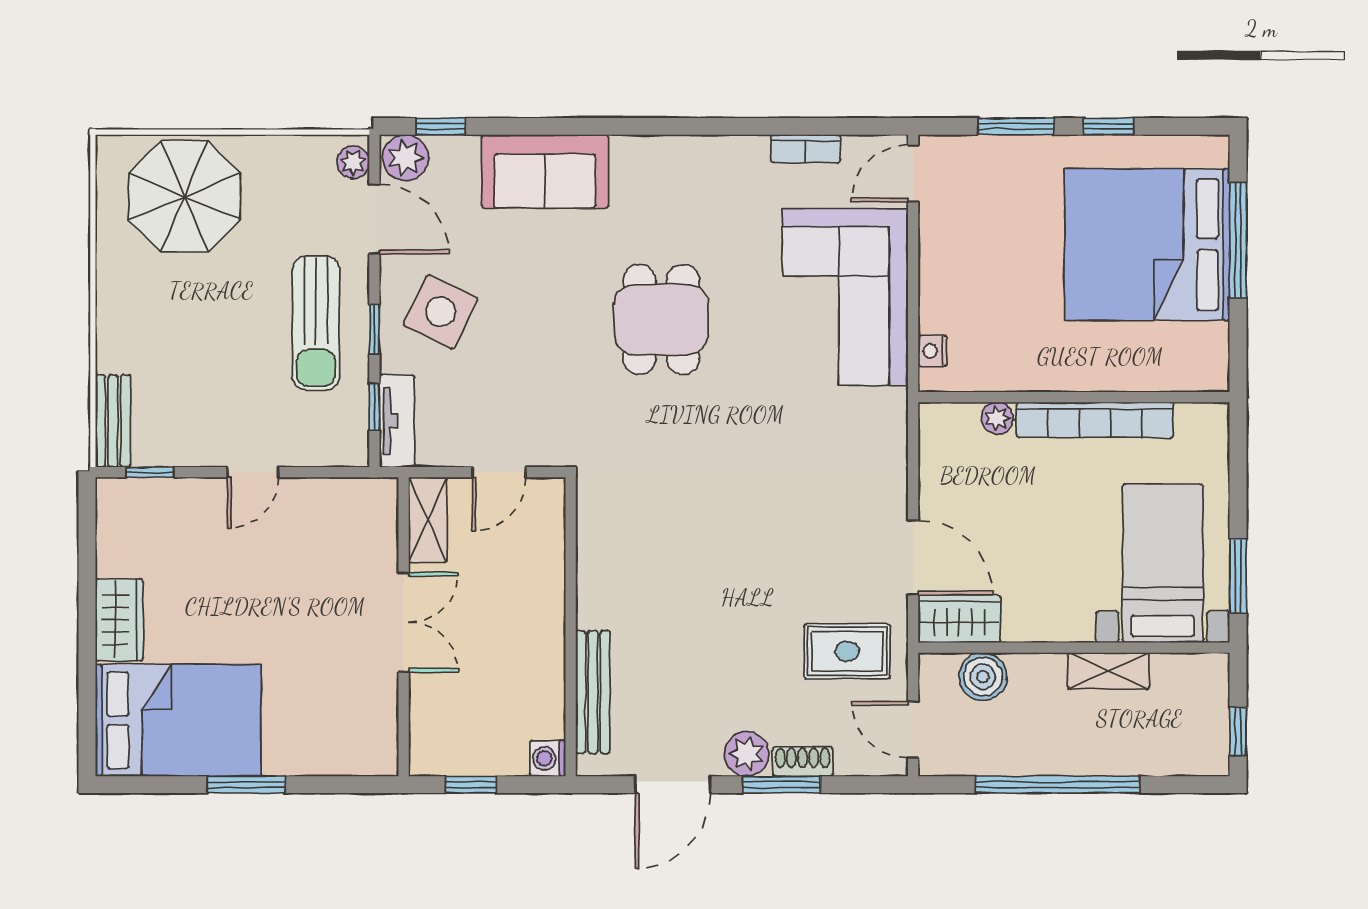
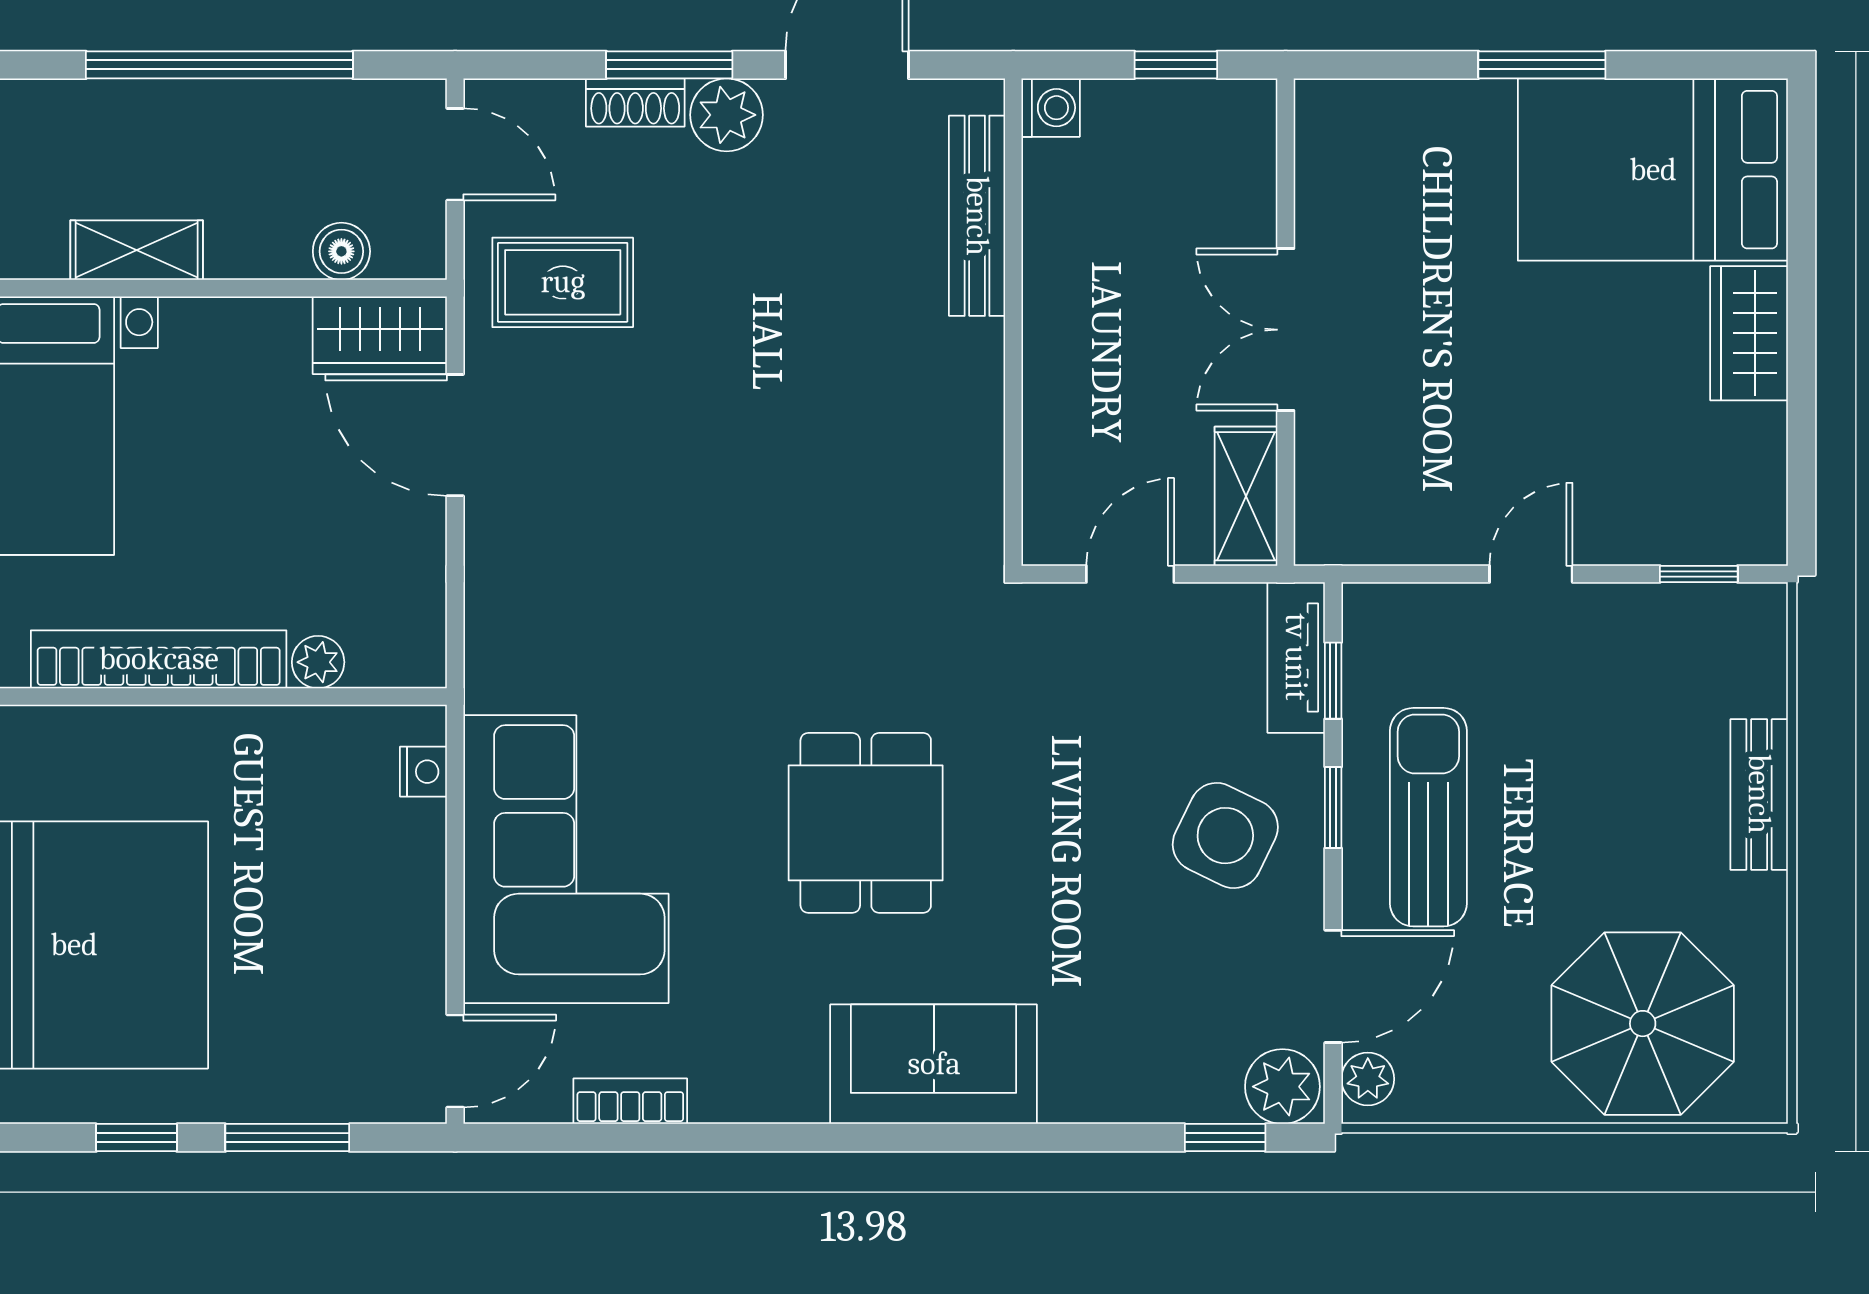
sofa: (545, 171) -> (934, 1064), moved
door: (374, 219) -> (1333, 986), swing flipped
bench: (113, 421) -> (1759, 794), moved
boiler: (983, 677) -> (341, 251), width x0.73, depth x0.73

